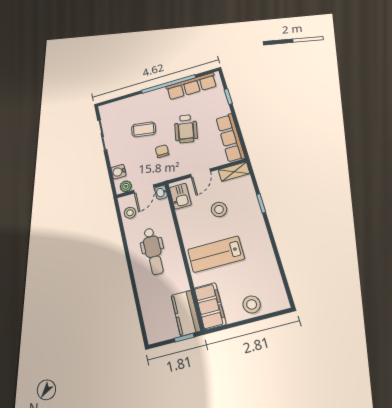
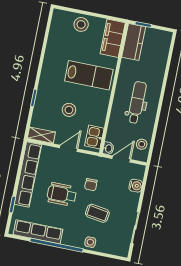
side table: (138, 102) -> (90, 242), added
wheelchair: (186, 129) -> (62, 194), turned -100
row of seats: (230, 138) -> (28, 175), width x1.36
plant: (126, 186) -> (135, 169), removed

